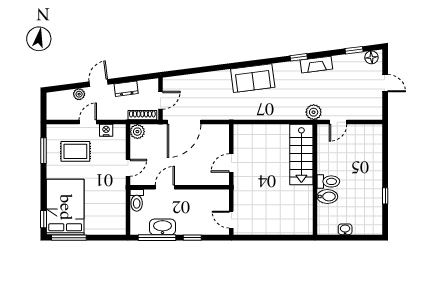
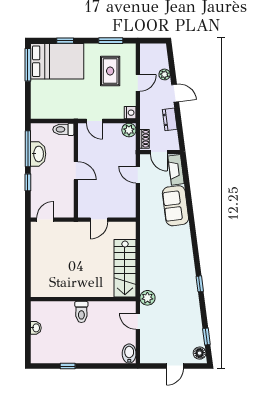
fireplace: (316, 65) -> (176, 170), moved
sofa: (253, 78) -> (175, 206), moved
shoe rack: (142, 115) -> (145, 139), width x0.70
door: (88, 122) -> (138, 83), hinge flipped
door: (184, 122) -> (138, 175), width x0.53
nightstand: (106, 130) -> (130, 113), moved
stairs: (301, 155) -> (125, 268), moved, turned -90
door: (231, 163) -> (99, 220), swing flipped
door: (165, 187) -> (76, 171), moved
bidet: (327, 197) -> (129, 354), moved, turned 180
window: (44, 219) -> (65, 41), moved

